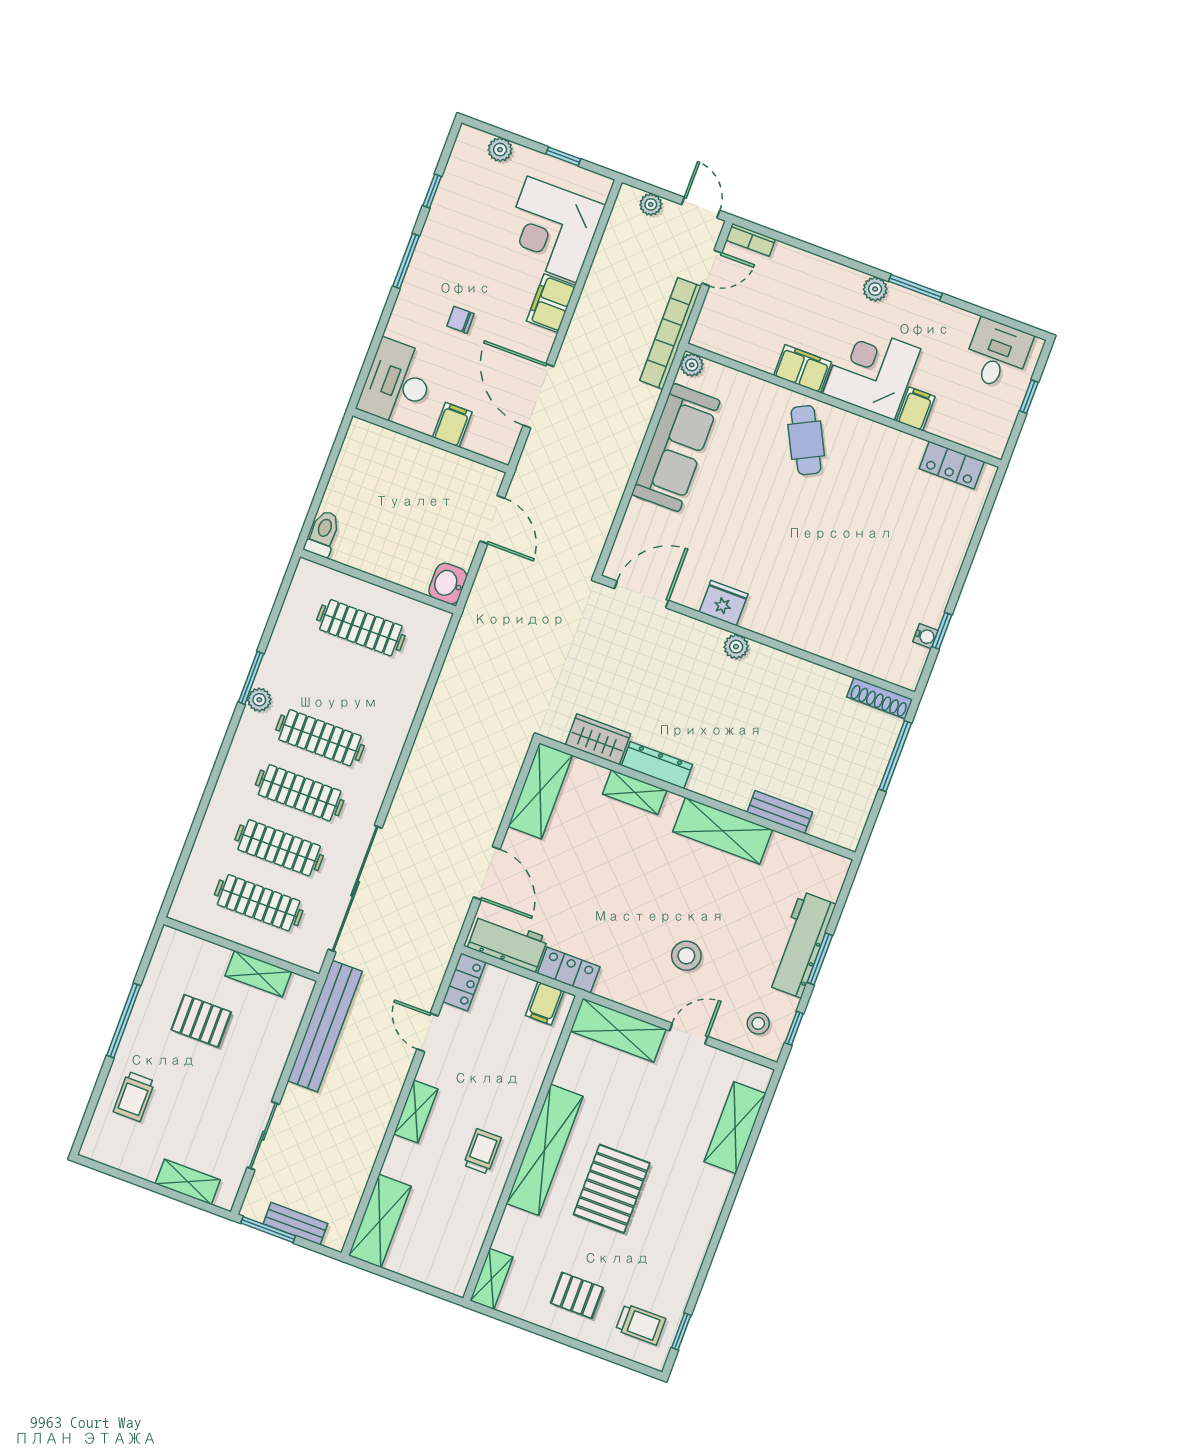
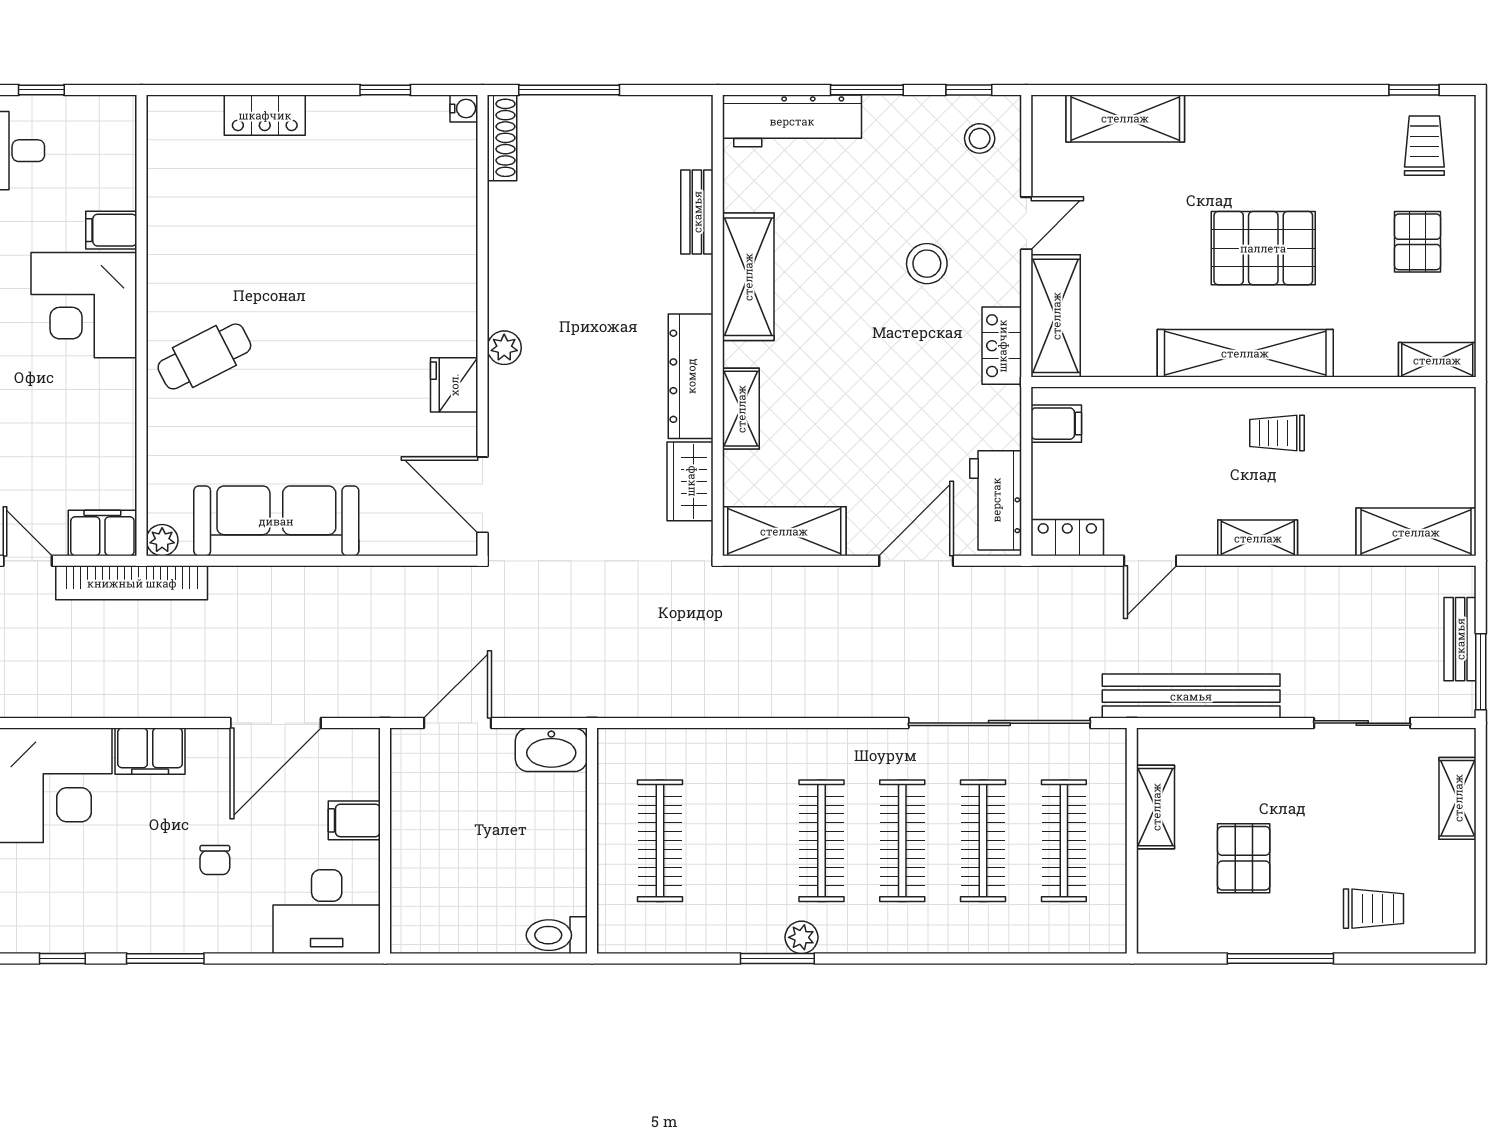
filing cabinet: (803, 369) -> (102, 533), moved, turned 90
locker: (952, 465) -> (265, 115), moved, turned 90
washbasin: (448, 584) -> (551, 750), width x1.38
water cooler: (925, 636) -> (464, 108), moved, turned 90
dresser: (657, 765) -> (691, 376), width x1.37, depth x1.24
workbench: (801, 945) -> (792, 121), moved
locker: (569, 970) -> (1002, 346), moved
door: (689, 1034) -> (1026, 223), swing flipped

